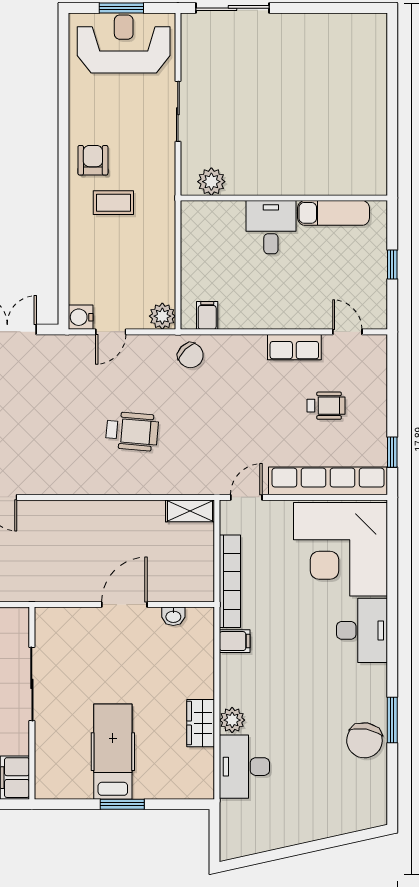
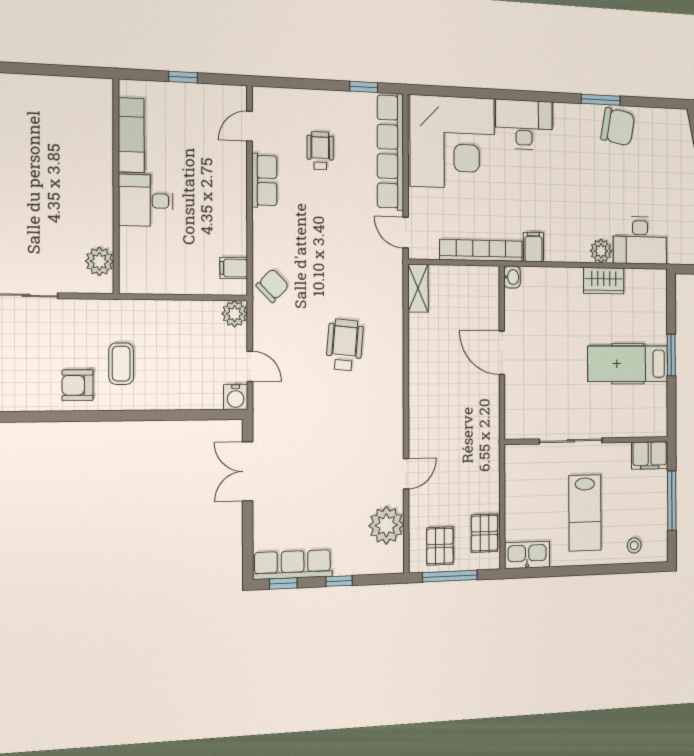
washbasin: (173, 616) -> (512, 277), moved

